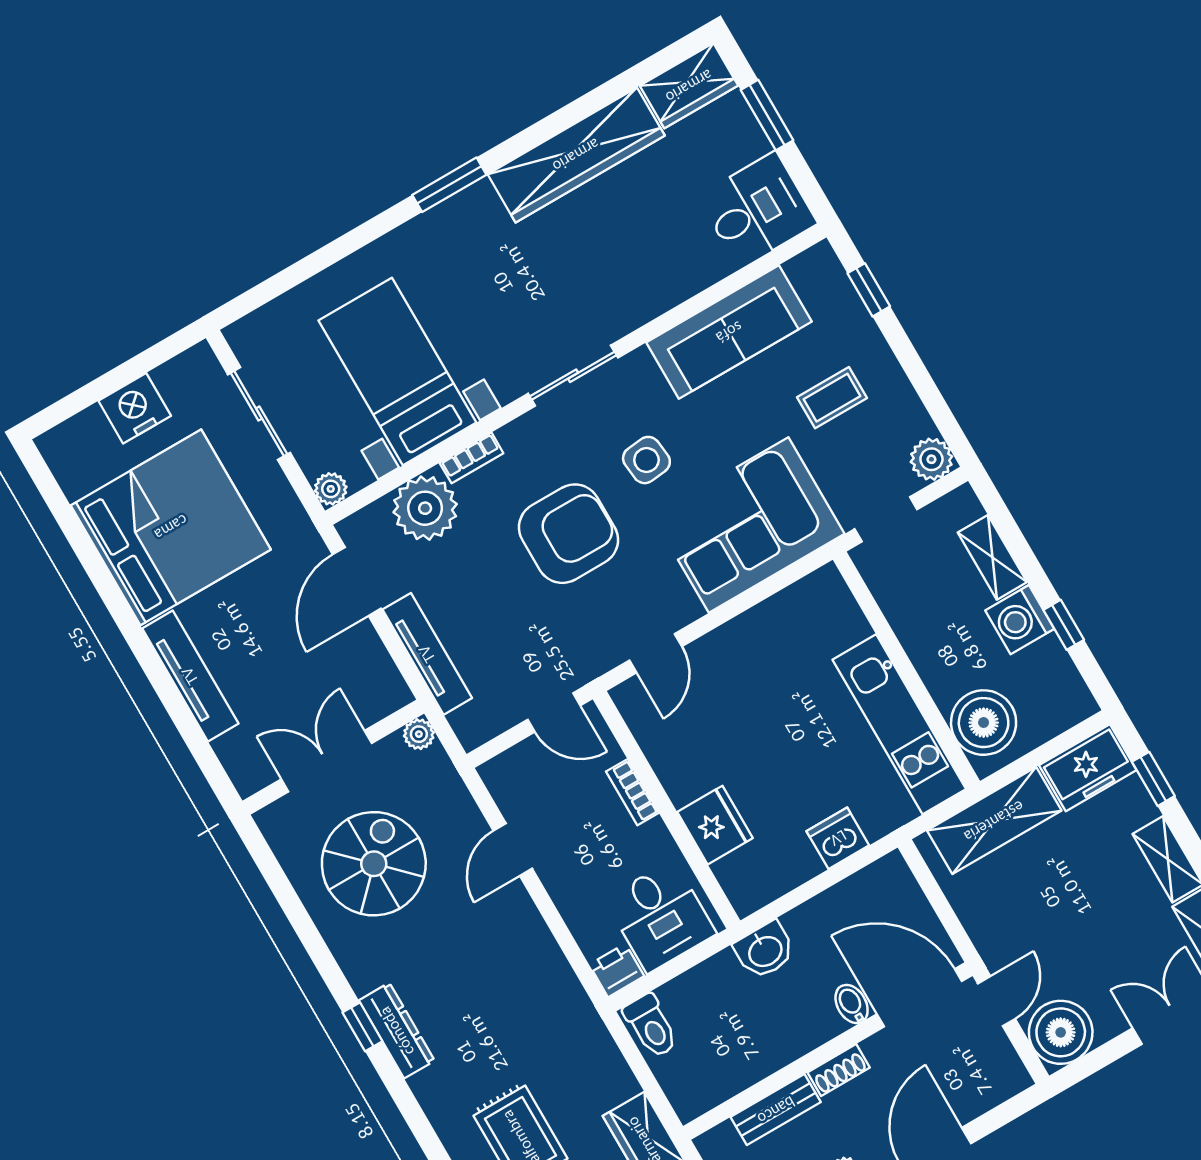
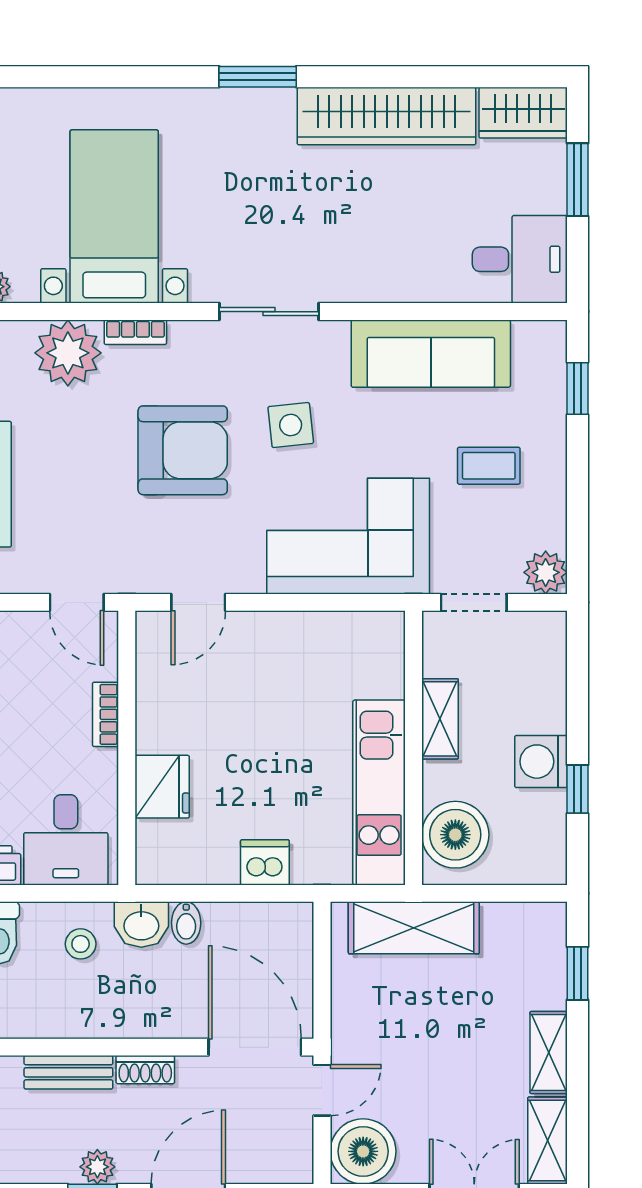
shelving: (992, 557) -> (440, 719), moved
freezer: (1088, 768) -> (525, 929), removed
stool: (723, 996) -> (81, 944), added
bidet: (852, 1004) -> (186, 923), moved, turned 180

